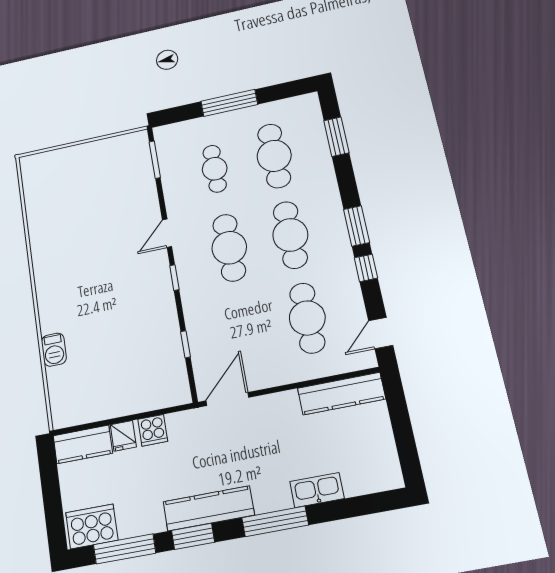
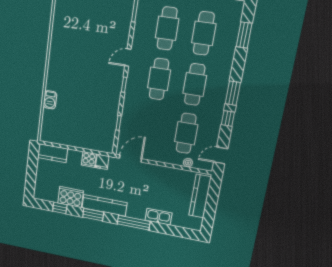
cafe table: (215, 169) -> (167, 28), width x1.37, depth x1.35
plant: (330, 367) -> (188, 163), added
kitchen counter: (341, 394) -> (200, 196), moved, turned 90
fridge: (123, 436) -> (102, 162), moved
cooker: (92, 526) -> (71, 197), moved
window: (125, 549) -> (60, 208), width x0.46

